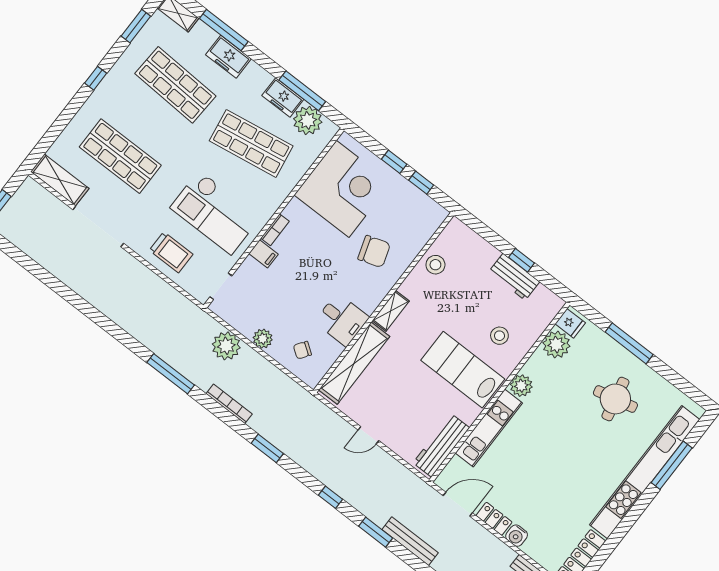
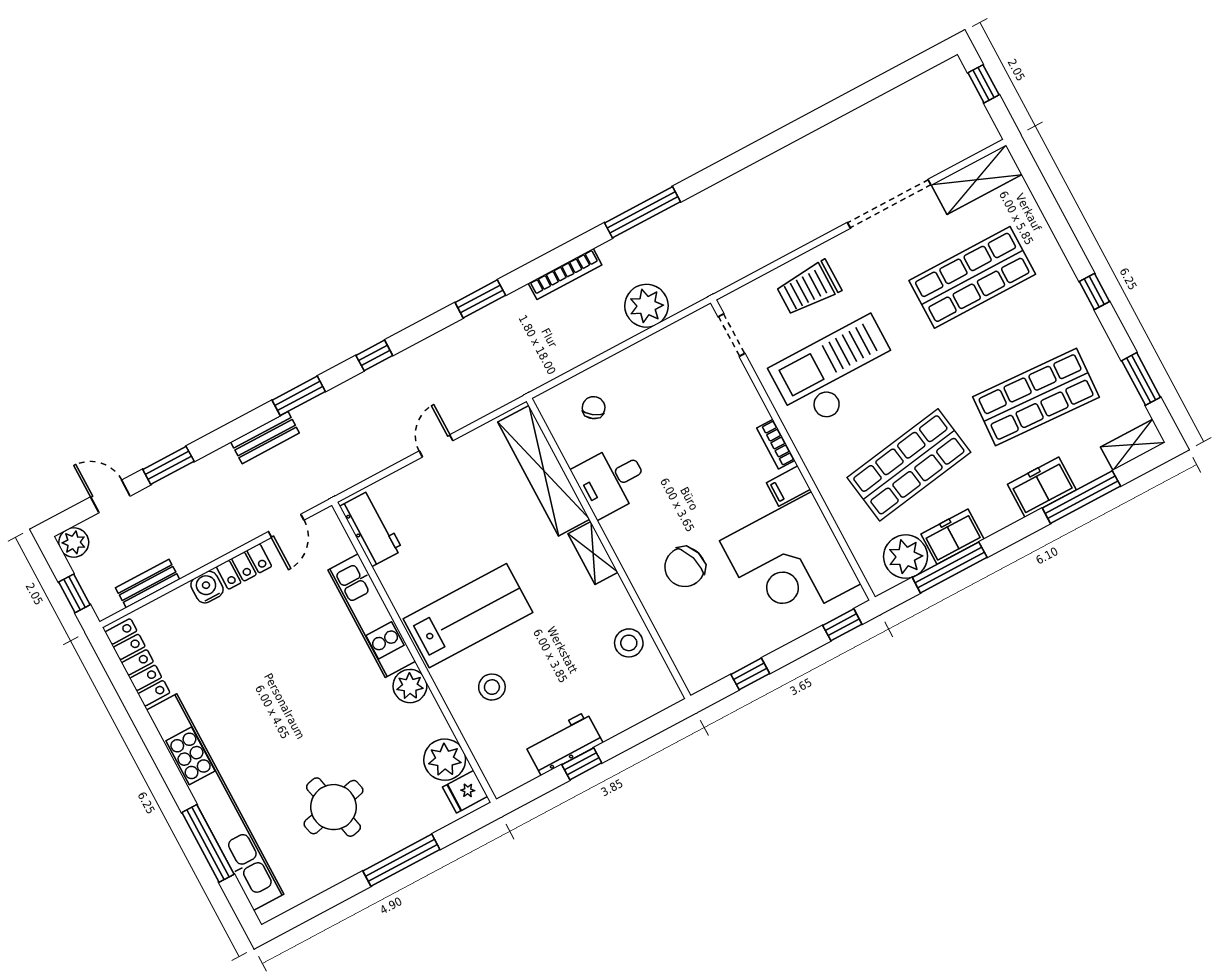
window: (394, 162) -> (842, 625), moved
filing cabinet: (263, 254) -> (788, 486), moved
plant: (263, 339) -> (634, 360), removed
workbench: (441, 445) -> (371, 528), width x0.73
door: (458, 504) -> (286, 526), width x0.73
bench: (410, 541) -> (265, 438), width x0.73

